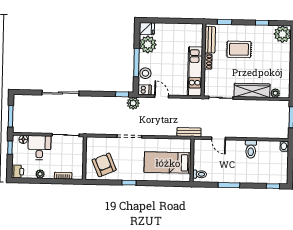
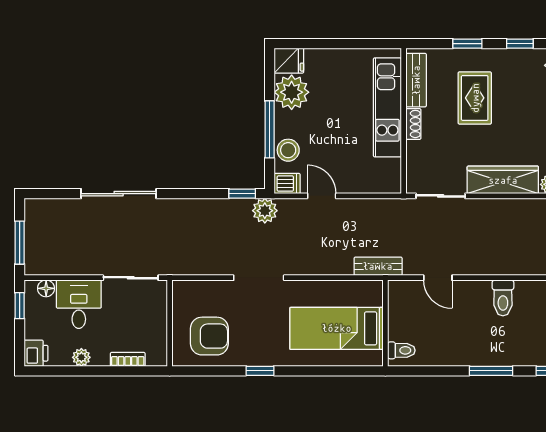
window: (225, 22) -> (467, 44), moved
rug: (239, 49) -> (475, 98), turned 90
kitchen unit: (195, 71) -> (387, 107), moved
armchair: (104, 165) -> (209, 336), turned 113
window: (229, 185) -> (491, 371), moved

